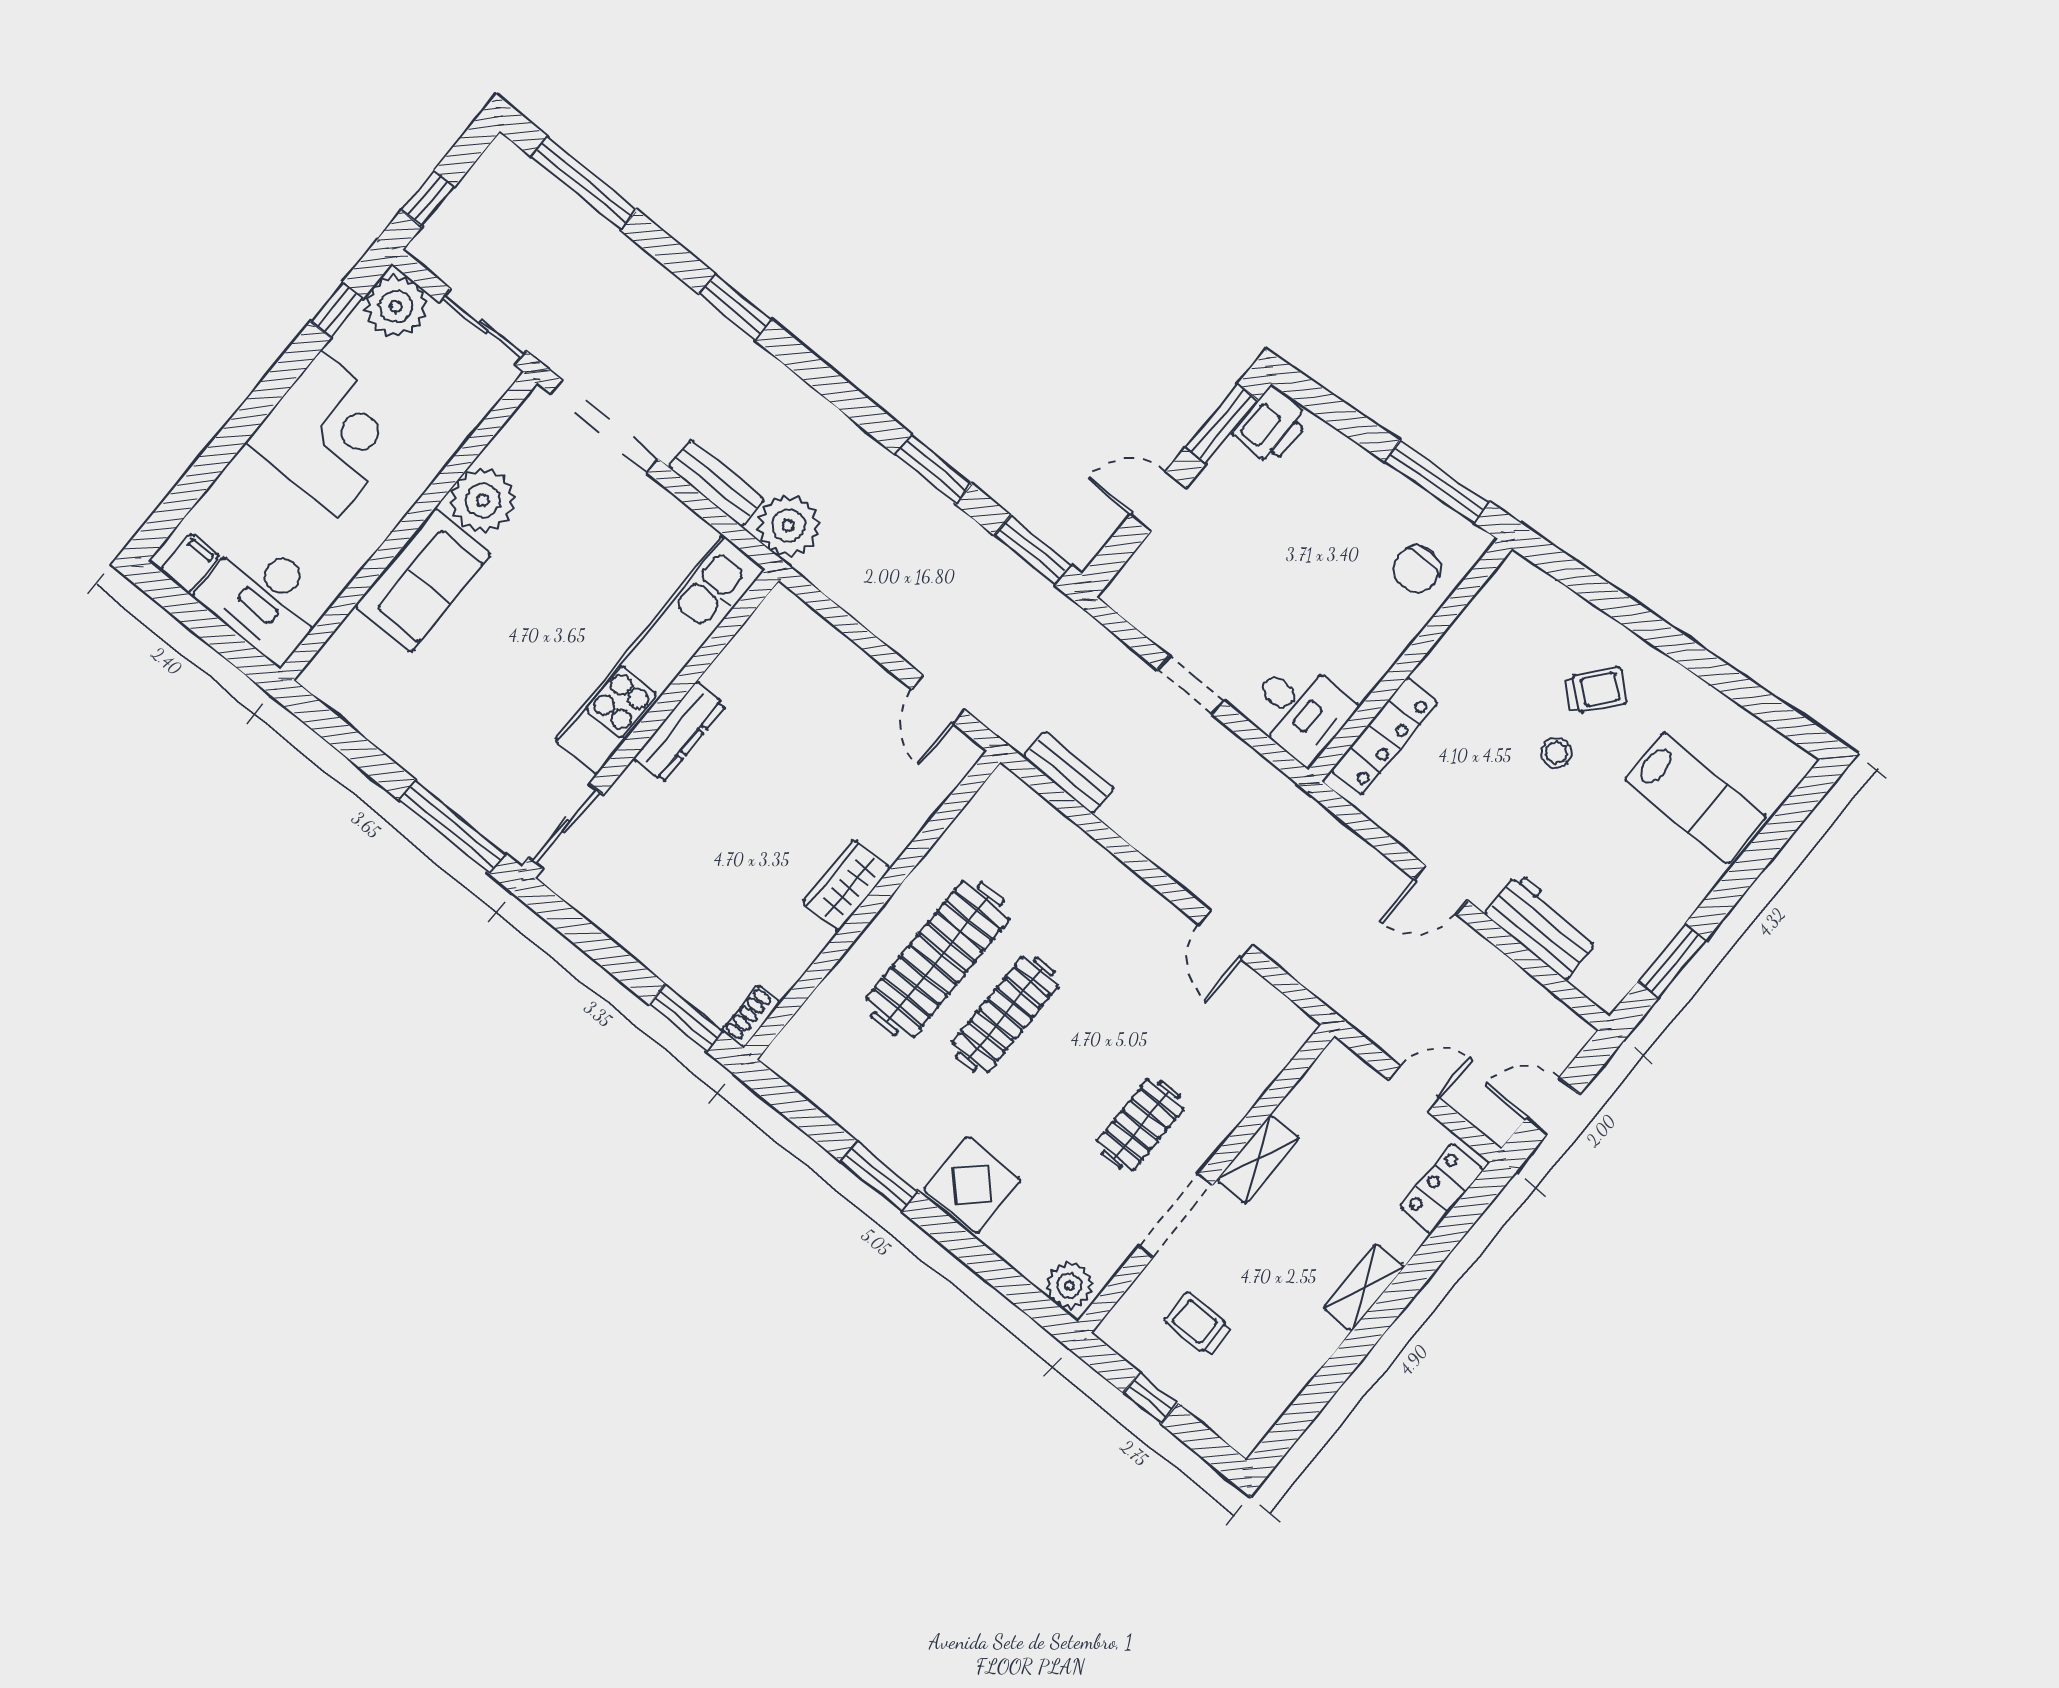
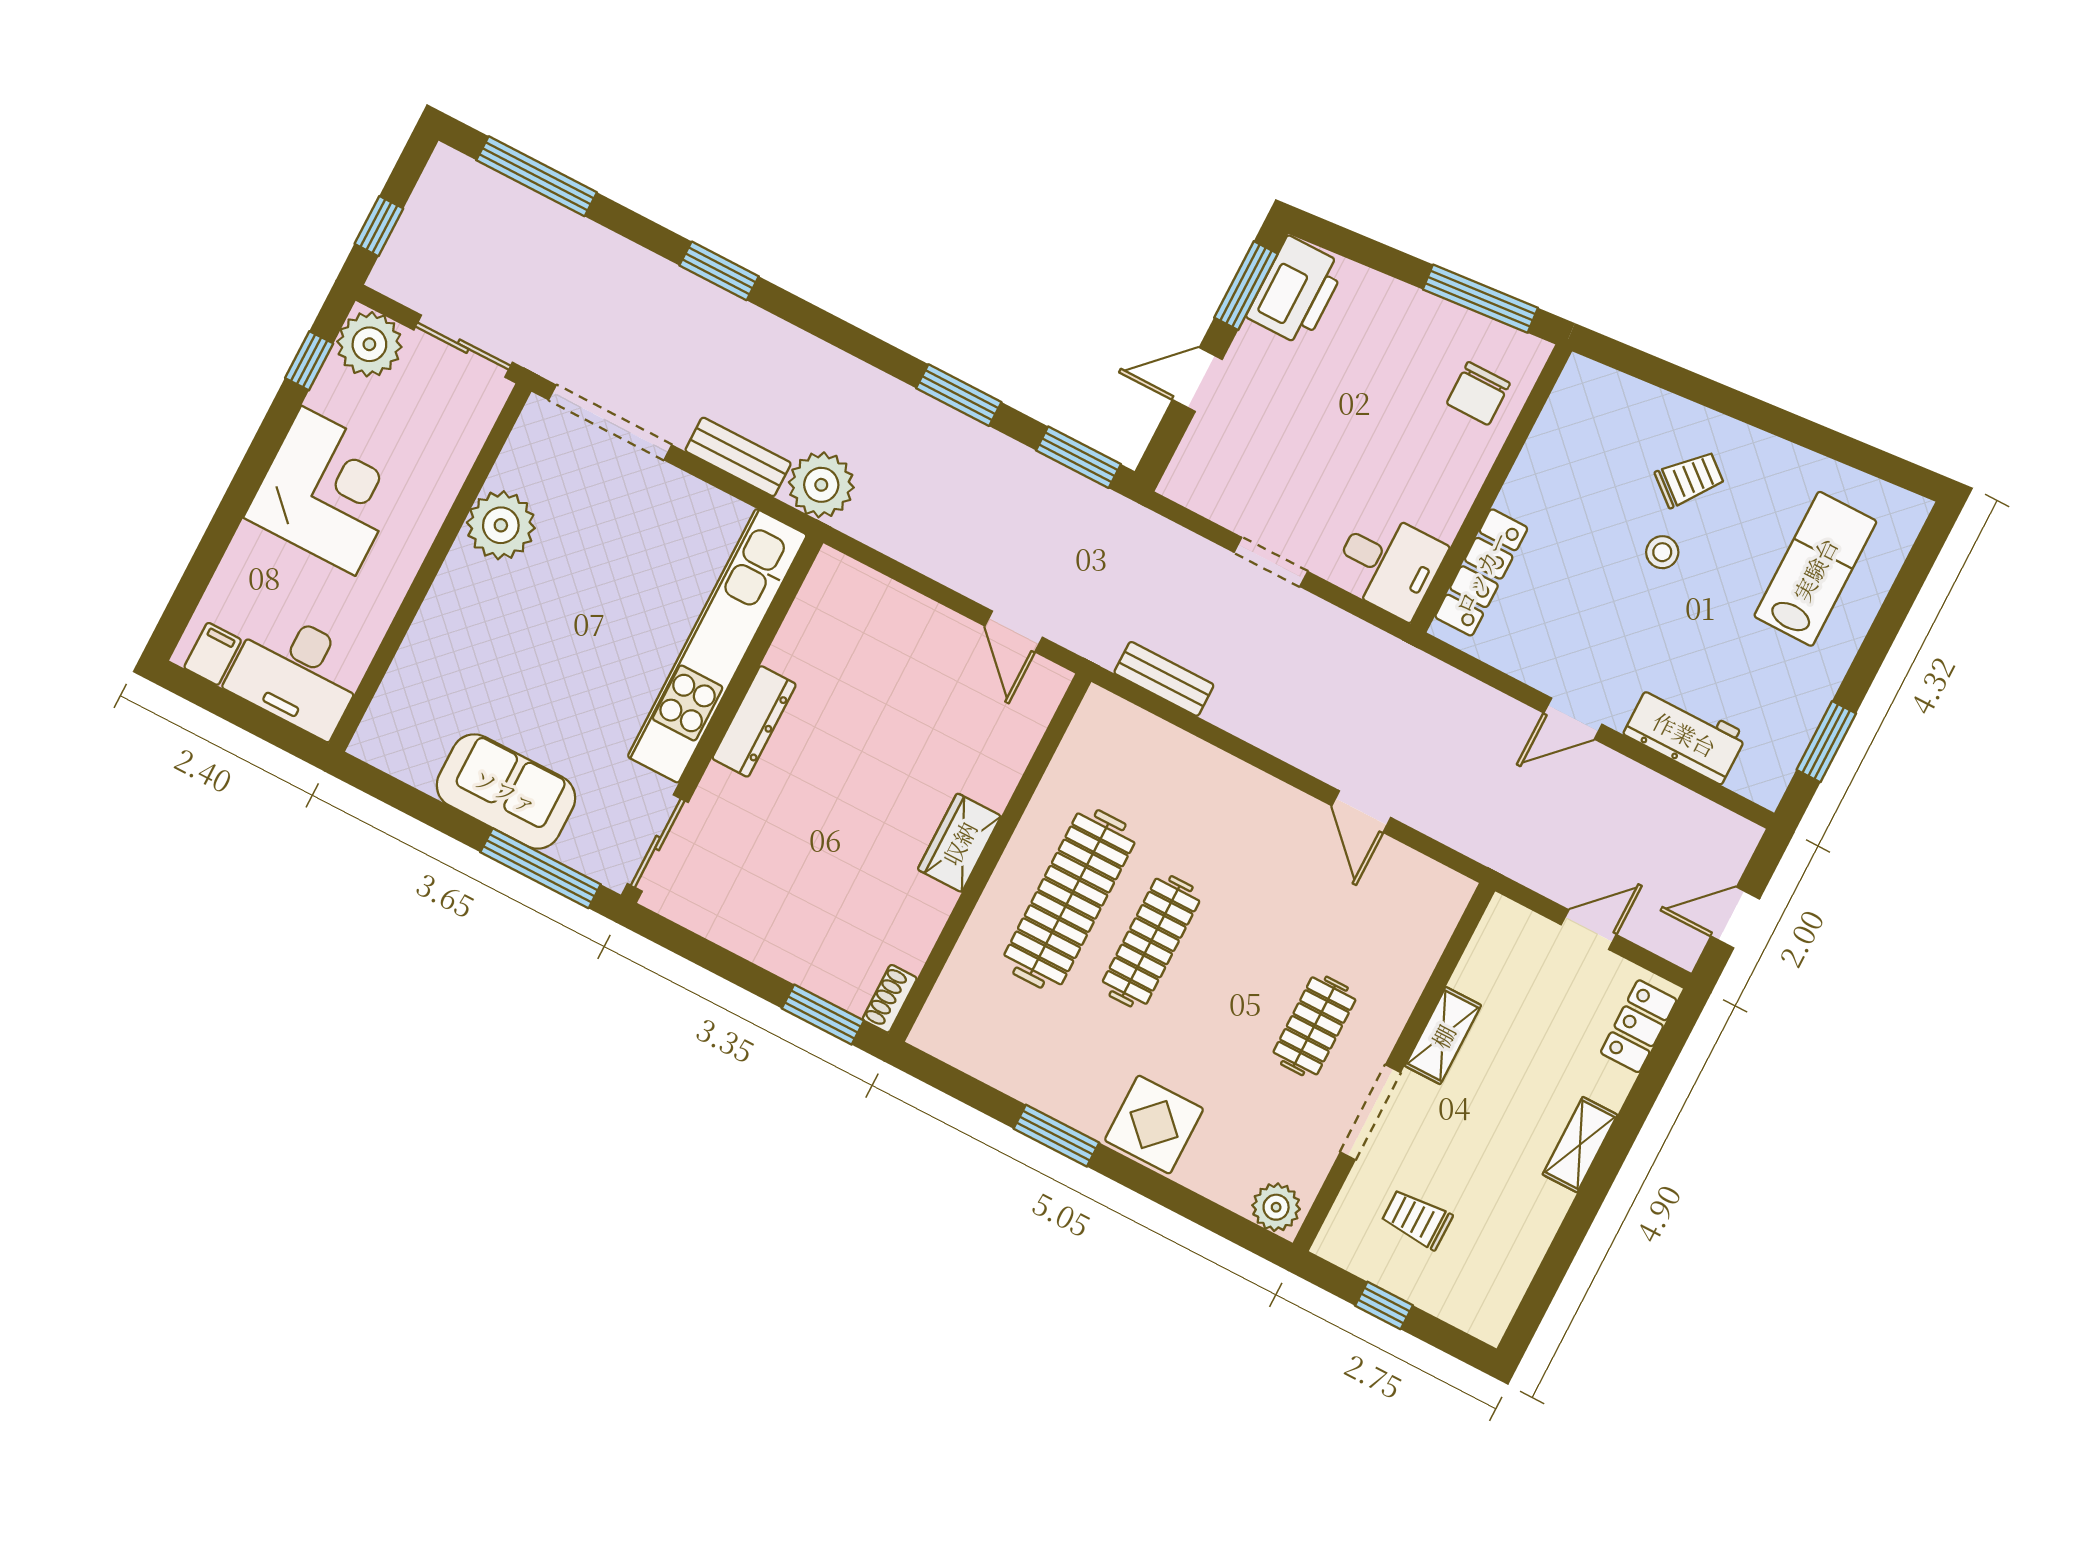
printer: (1271, 426) -> (1296, 291), width x1.37, depth x1.19
sofa: (423, 580) -> (506, 791), moved, turned -90
lab bench: (1695, 798) -> (1815, 569), turned -90

